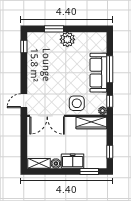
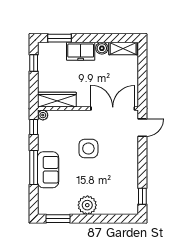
window: (54, 29) -> (58, 219), moved
sofa: (98, 73) -> (48, 170), width x0.73
side table: (77, 103) -> (88, 149), moved

